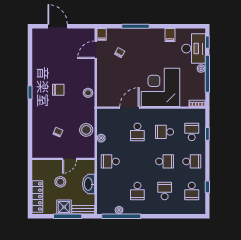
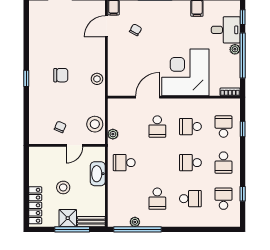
desk: (194, 49) -> (226, 30), width x0.73
wall: (63, 159) -> (67, 145), moved
door: (69, 159) -> (74, 145), moved
school desk: (165, 161) -> (190, 163), turned 180
school desk: (192, 161) -> (223, 163), turned 90
washbasin: (89, 184) -> (98, 174), moved
school desk: (165, 191) -> (190, 199), turned 90
school desk: (192, 191) -> (223, 199), turned 180

